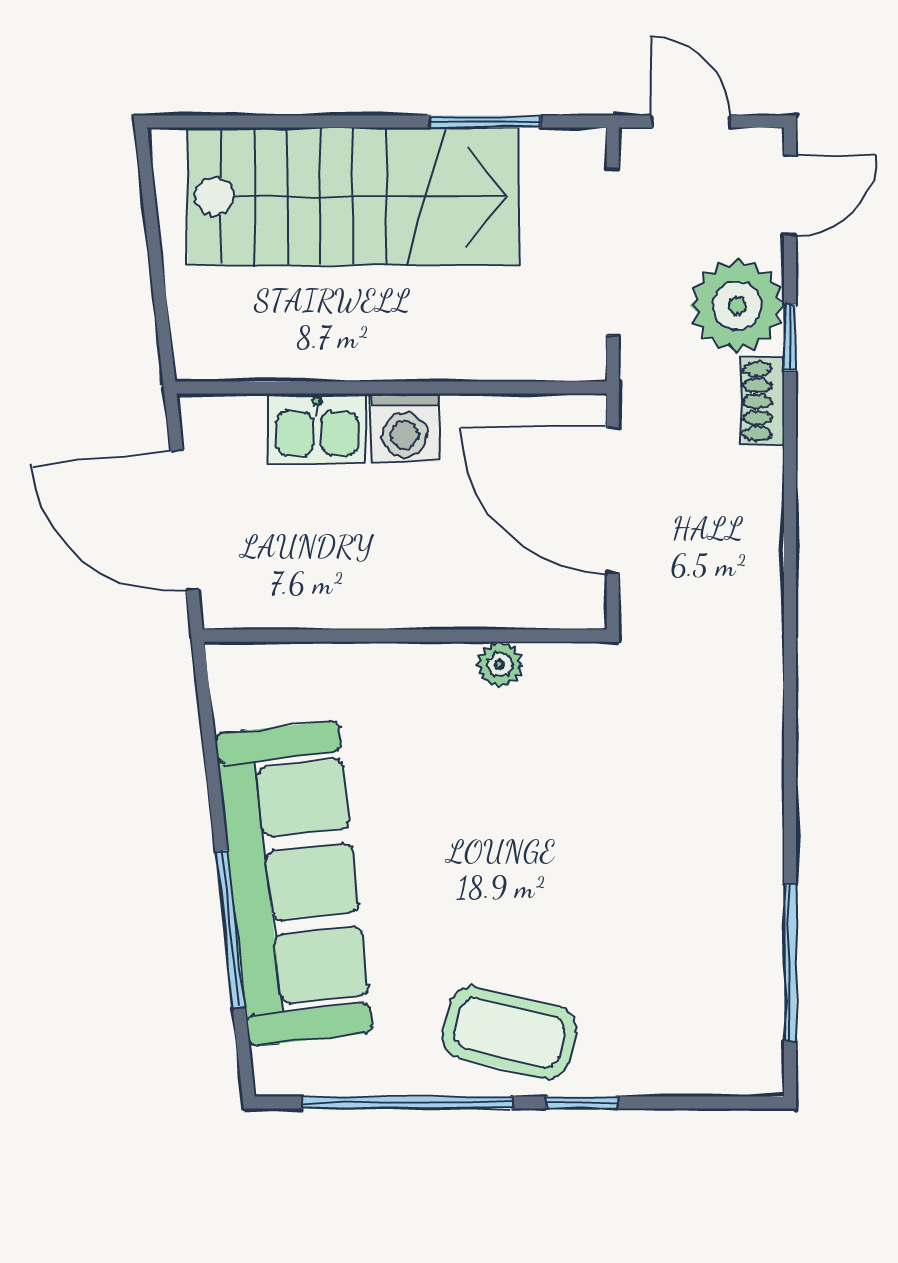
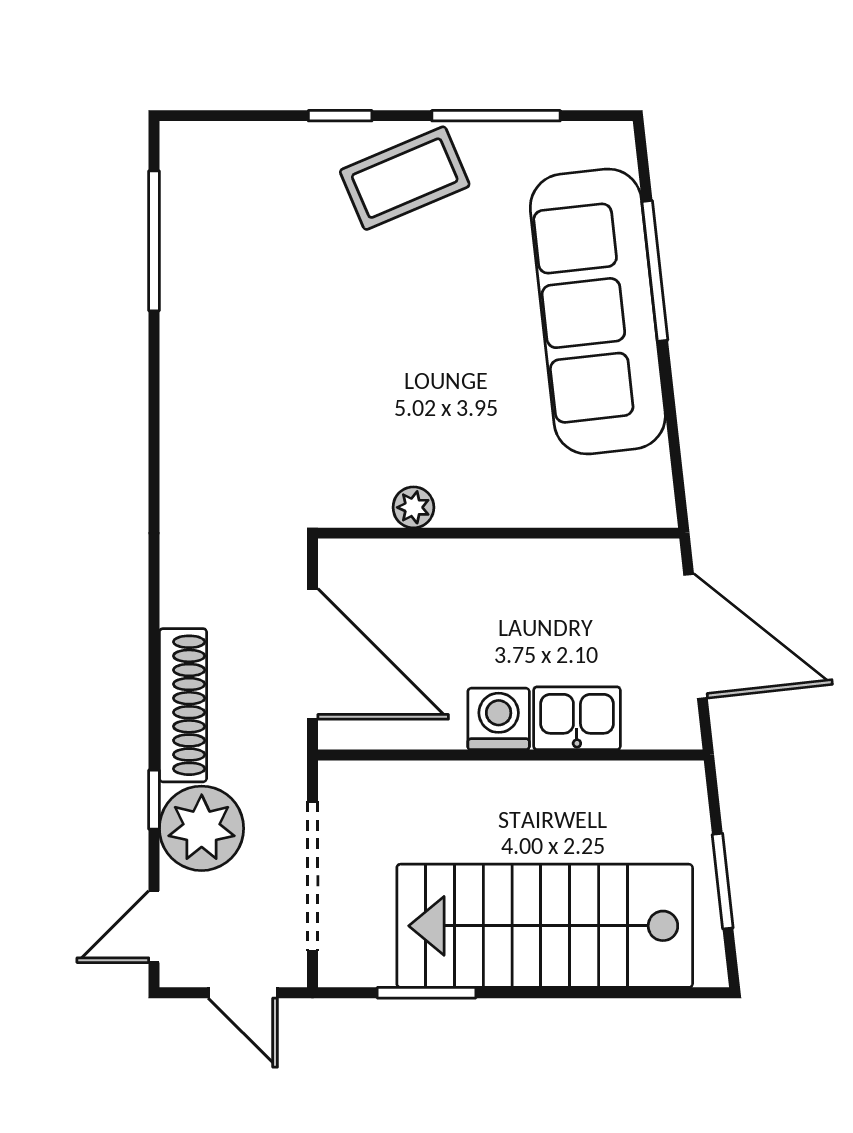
window: (154, 246) -> (723, 881), added
shoe rack: (763, 402) -> (183, 705), width x1.94, depth x1.24
coffee table: (510, 1033) -> (405, 178), turned -37
window: (408, 1102) -> (496, 116), width x0.68

